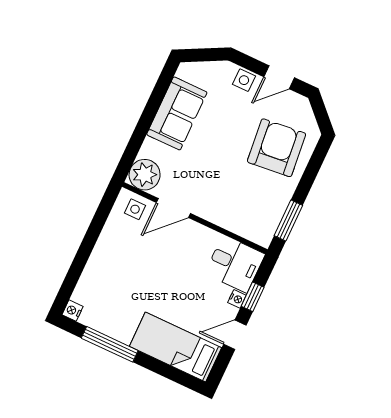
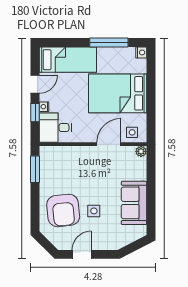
side table: (244, 80) -> (94, 211), moved
plant: (145, 175) -> (141, 151), width x0.53, depth x0.53
bed: (130, 271) -> (118, 93), added

